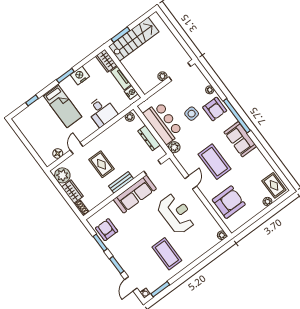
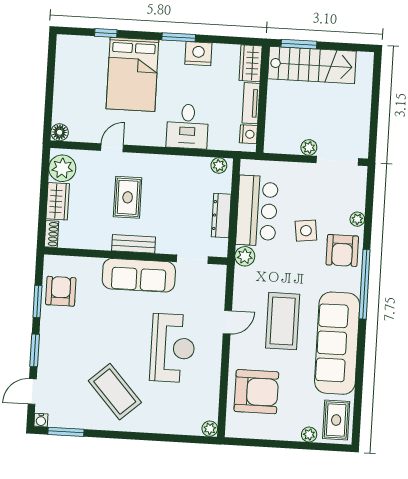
bed: (62, 106) -> (132, 74), width x1.50
sofa: (240, 139) -> (337, 343), width x1.85, depth x1.27
floor lamp: (58, 153) -> (60, 132), moved
coffee table: (167, 254) -> (115, 392), turned -42

